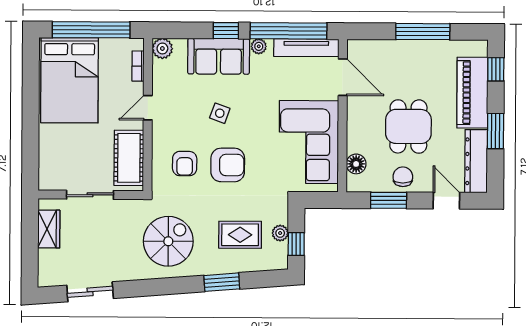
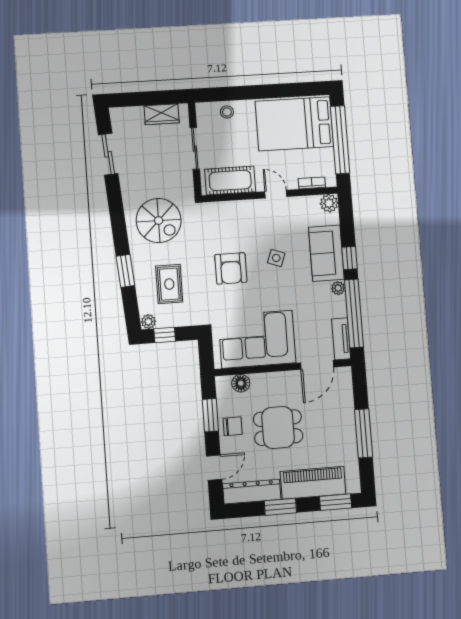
tv unit: (306, 48) -> (341, 339), width x0.71
window: (496, 69) -> (336, 502), width x1.50
stool: (51, 155) -> (227, 112), added
armchair: (185, 164) -> (229, 230), removed
plant: (280, 233) -> (148, 322), moved

